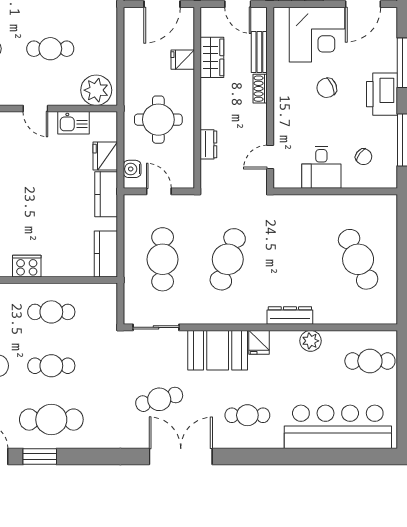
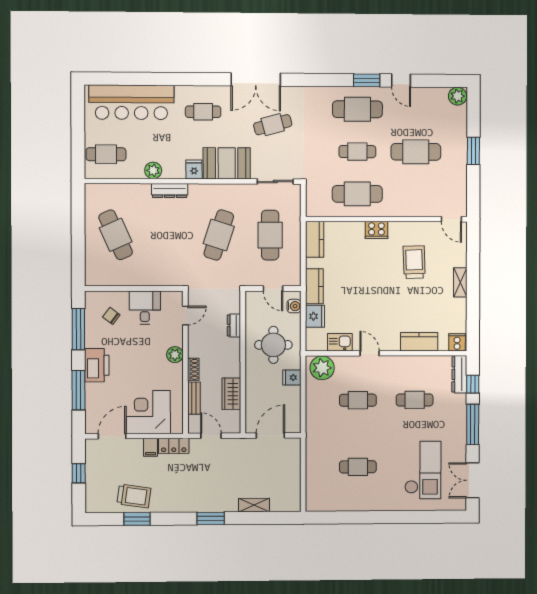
fridge: (183, 60) -> (292, 377), moved, turned 180
chair: (327, 88) -> (141, 370), removed
plant: (283, 107) -> (175, 355), added
cafe table: (51, 312) -> (357, 194), width x1.37, depth x1.35

